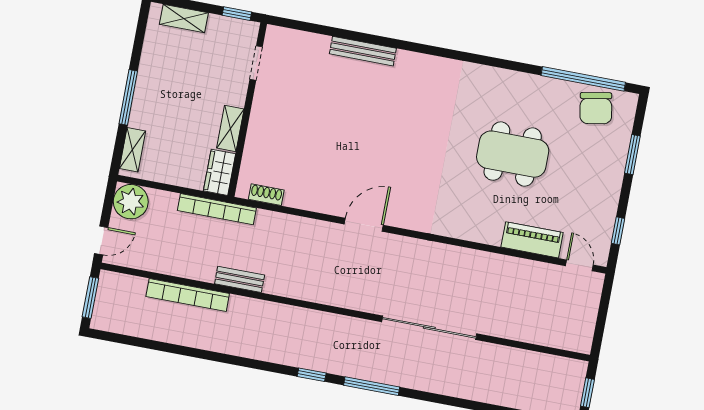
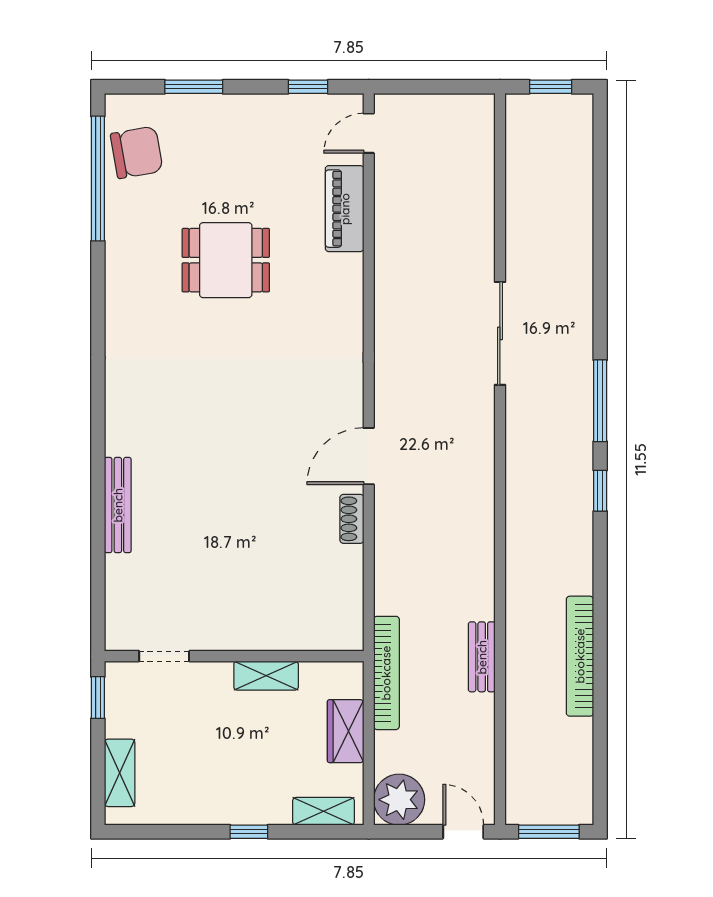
window: (128, 97) -> (249, 832), width x0.46
dining table: (513, 154) -> (226, 260), width x0.73
wardrobe: (219, 172) -> (346, 731), moved, turned 90
shoe rack: (266, 195) -> (352, 519), moved
door: (364, 225) -> (369, 456), hinge flipped
bench: (240, 279) -> (482, 657), moved
bookcase: (188, 295) -> (580, 656), moved, turned 180
sliding door: (429, 328) -> (500, 333), width x0.73

